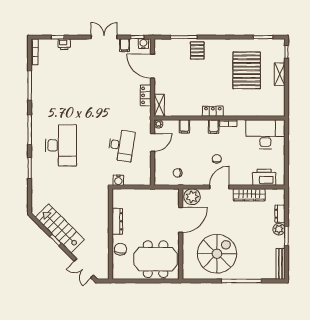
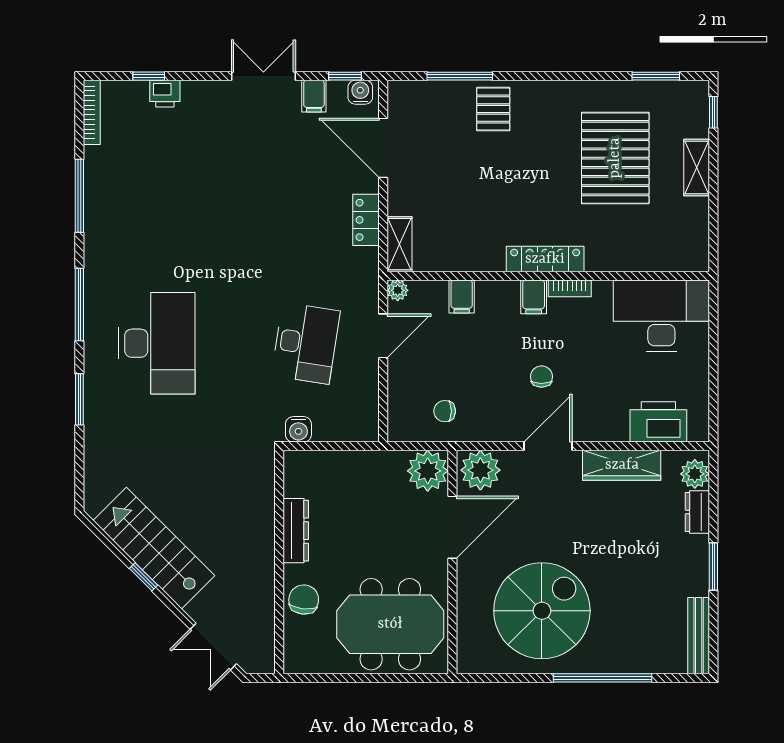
locker: (213, 111) -> (545, 259), width x1.53
plant: (171, 197) -> (428, 471), added
plant: (279, 229) -> (695, 474), moved

